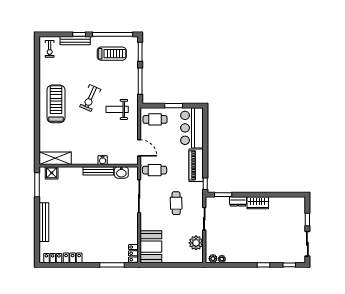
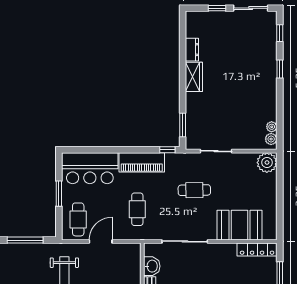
door: (139, 148) -> (101, 241), moved
cafe table: (155, 170) -> (137, 209), moved
dresser: (238, 201) -> (192, 50), moved
plant: (196, 243) -> (267, 163), moved
booth: (151, 247) -> (240, 225), moved
locker: (133, 253) -> (257, 249), width x1.53

